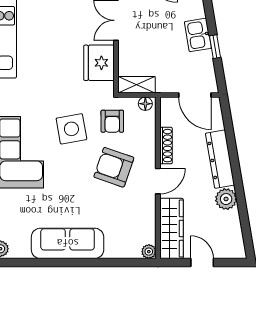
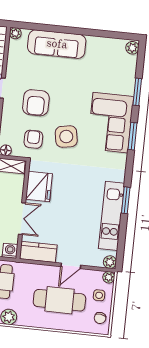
armchair: (114, 167) -> (36, 103), turned 71
sofa: (68, 243) -> (57, 44), moved

